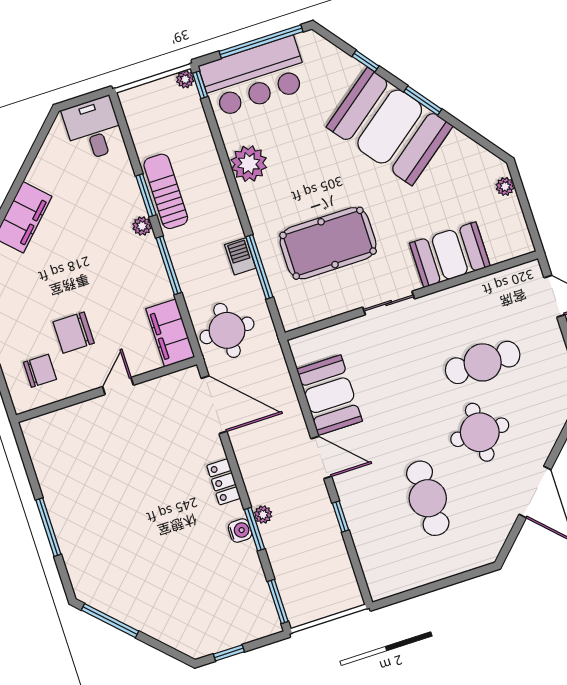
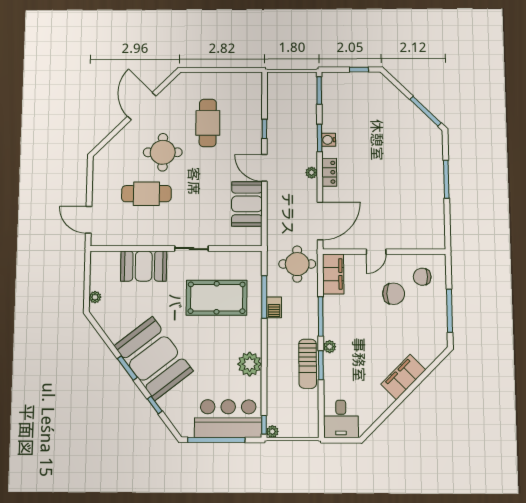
door: (214, 405) -> (320, 221), swing flipped
plant: (263, 515) -> (312, 173), moved

